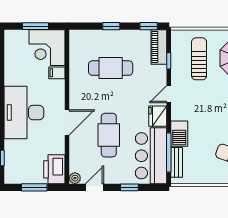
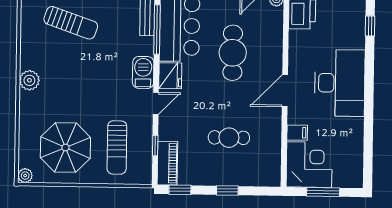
cafe table: (111, 68) -> (229, 138), width x0.73, depth x0.74
door: (67, 123) -> (285, 91), moved
barbecue: (179, 134) -> (143, 72), moved

